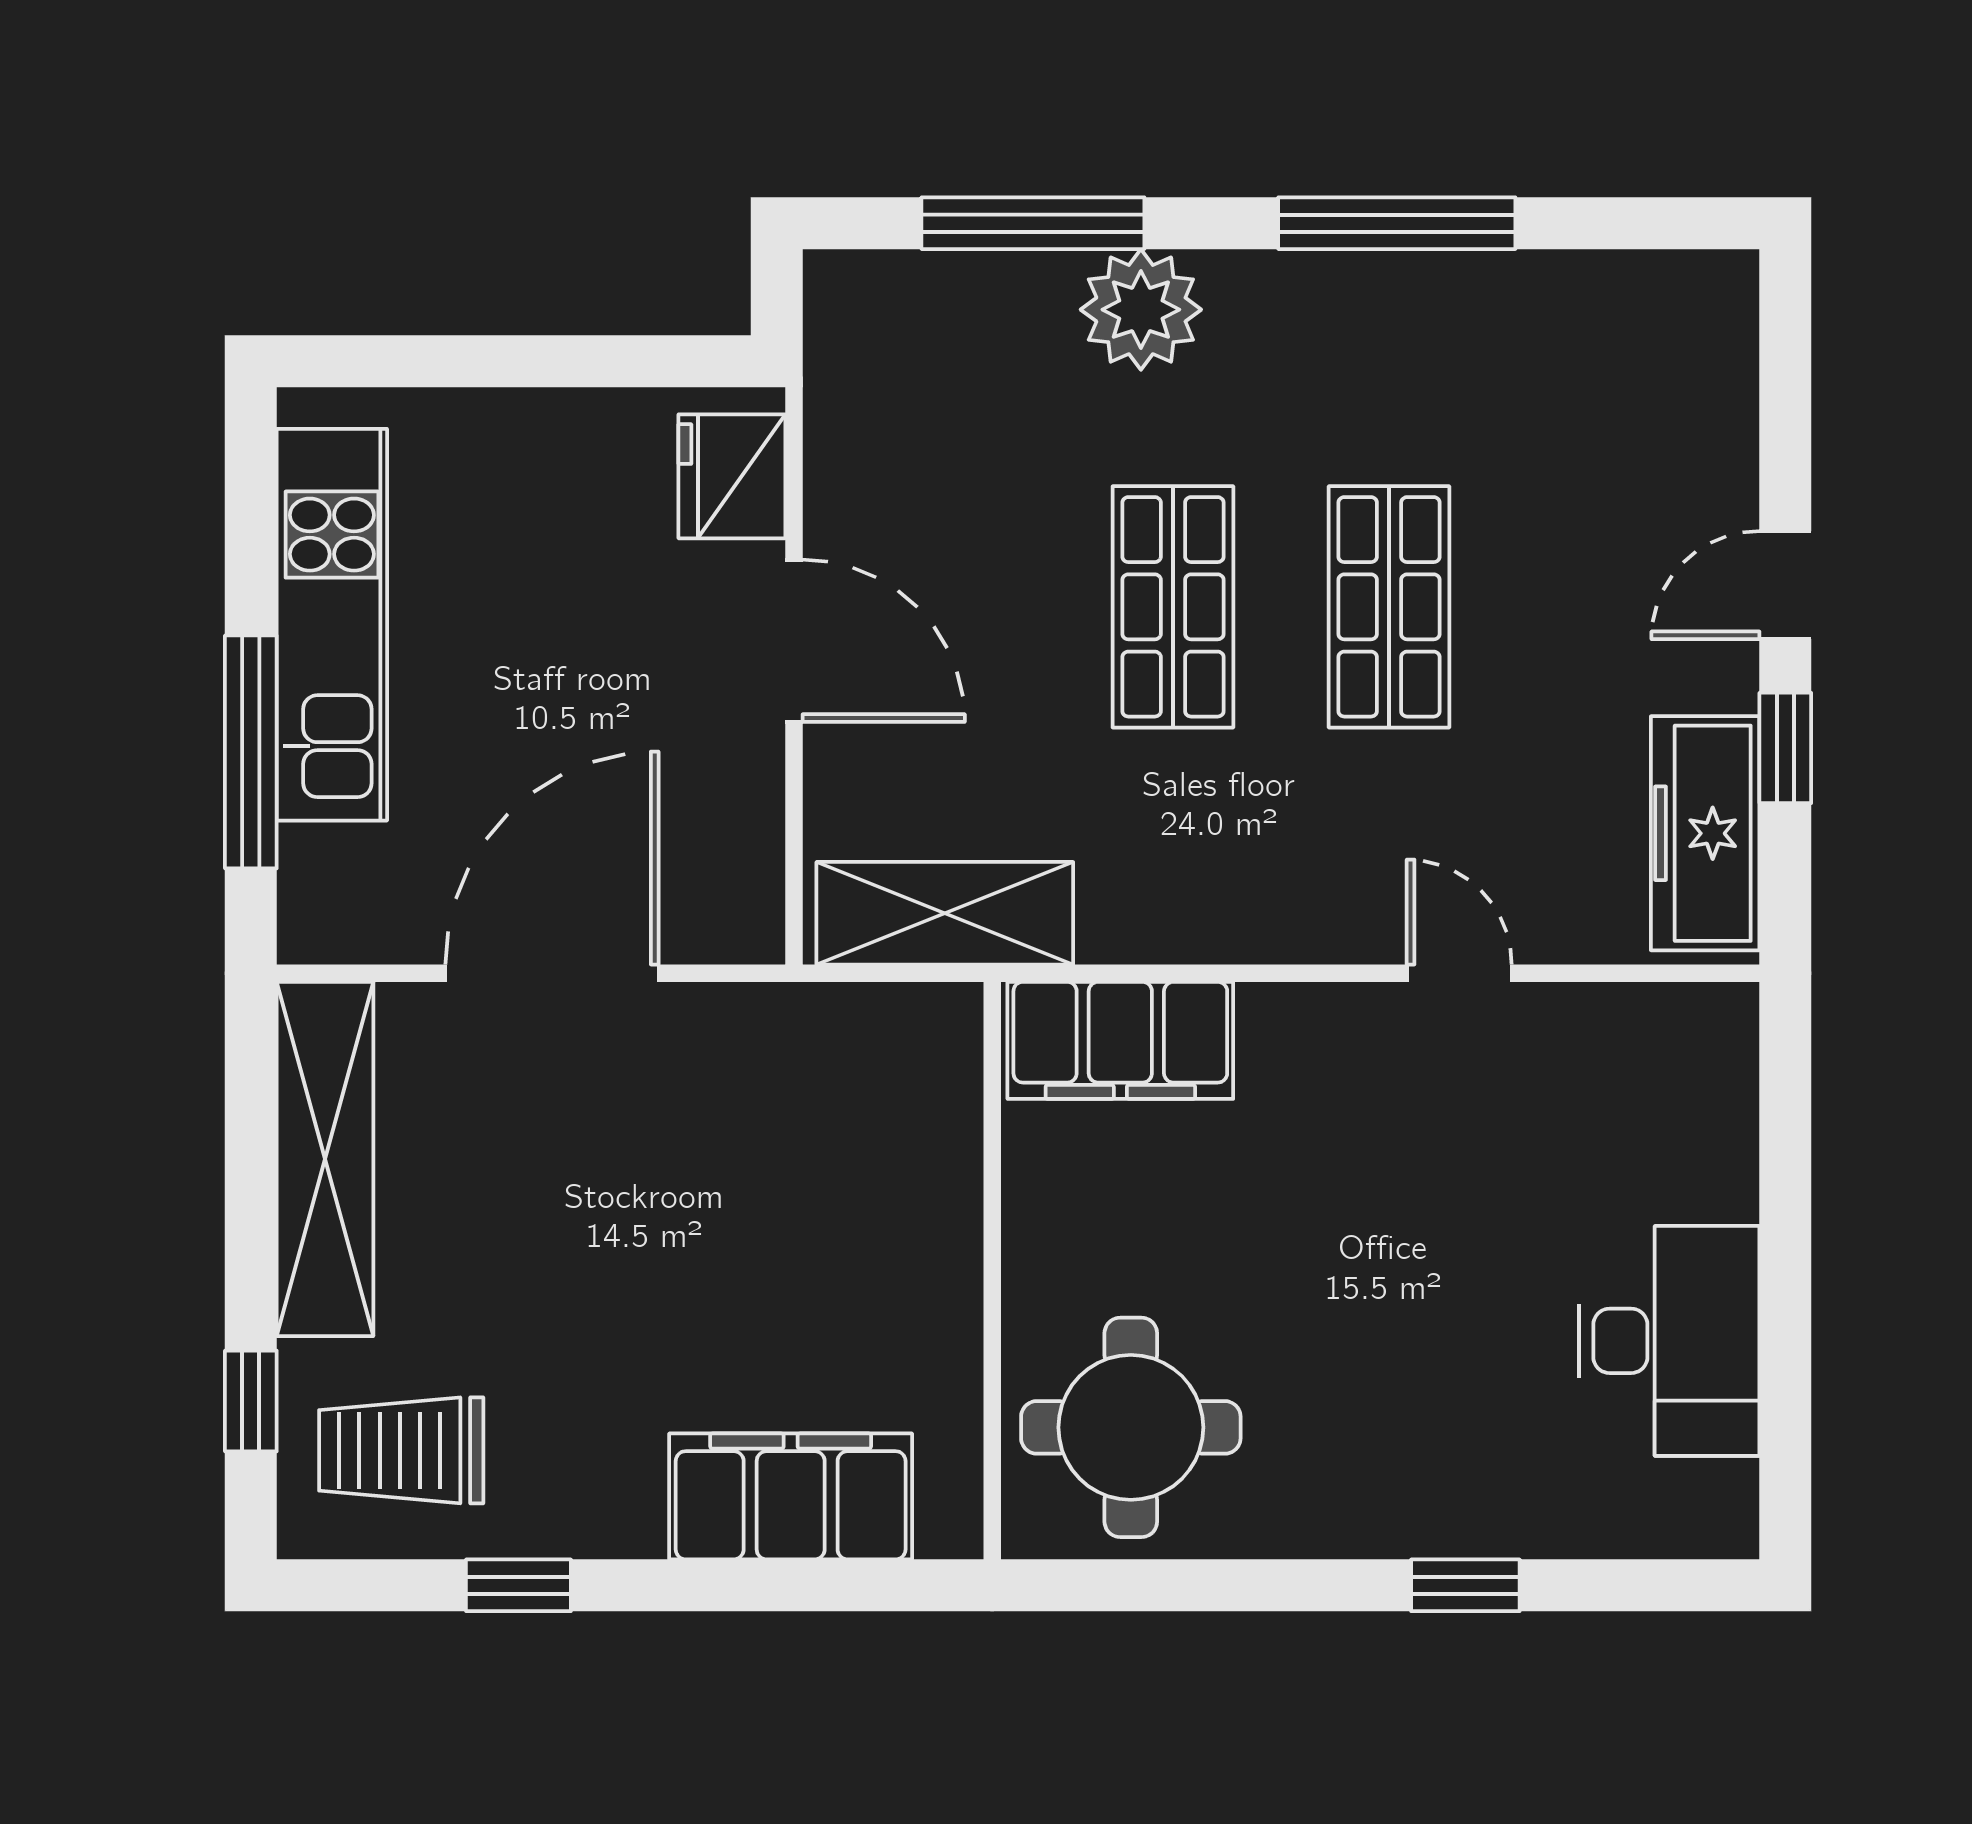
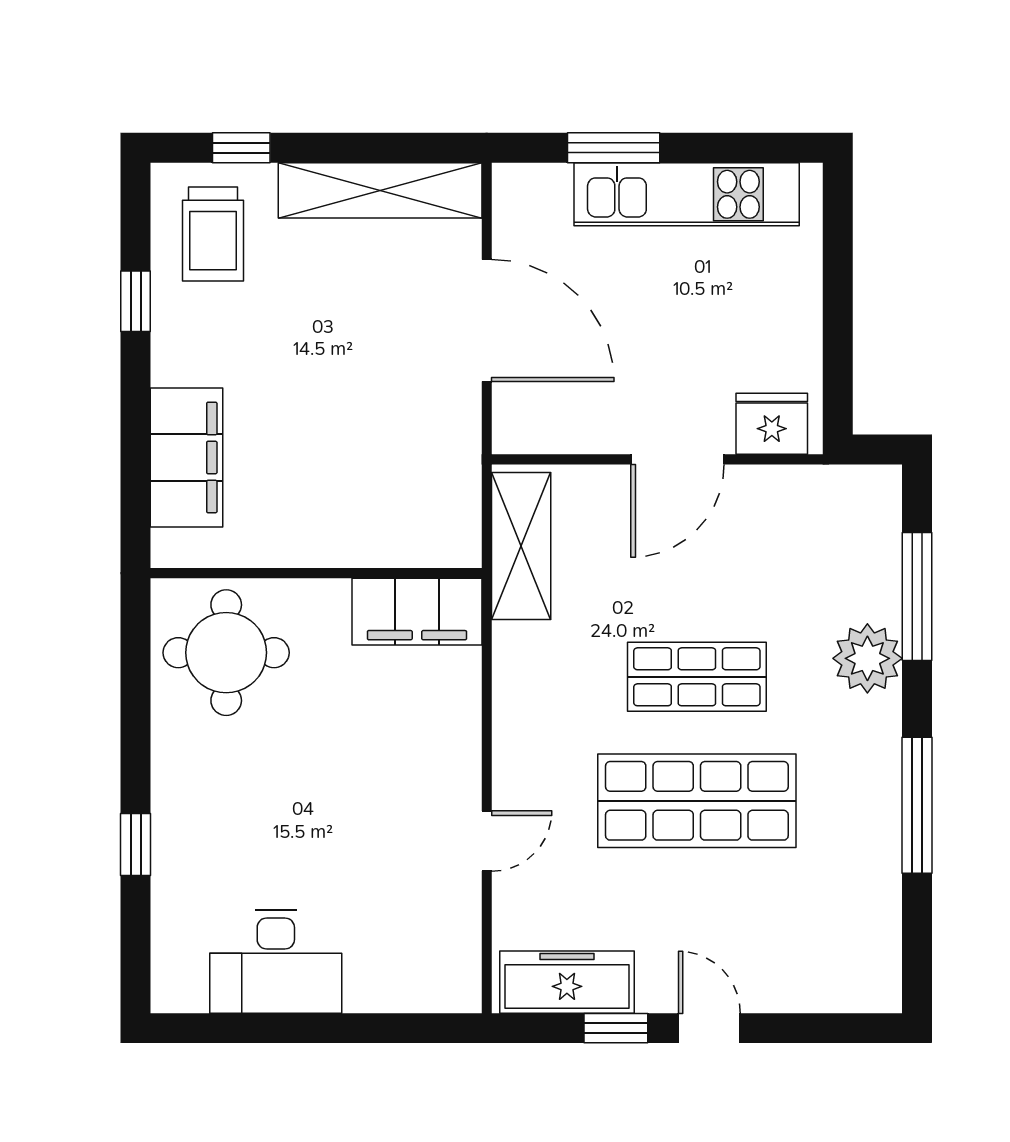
shop shelf: (1389, 607) -> (697, 801), width x1.43, depth x1.36
window: (251, 752) -> (614, 148), width x0.69
filing cabinet: (1120, 1040) -> (417, 612), moved, turned -90
trolley: (401, 1450) -> (213, 234), turned 180

